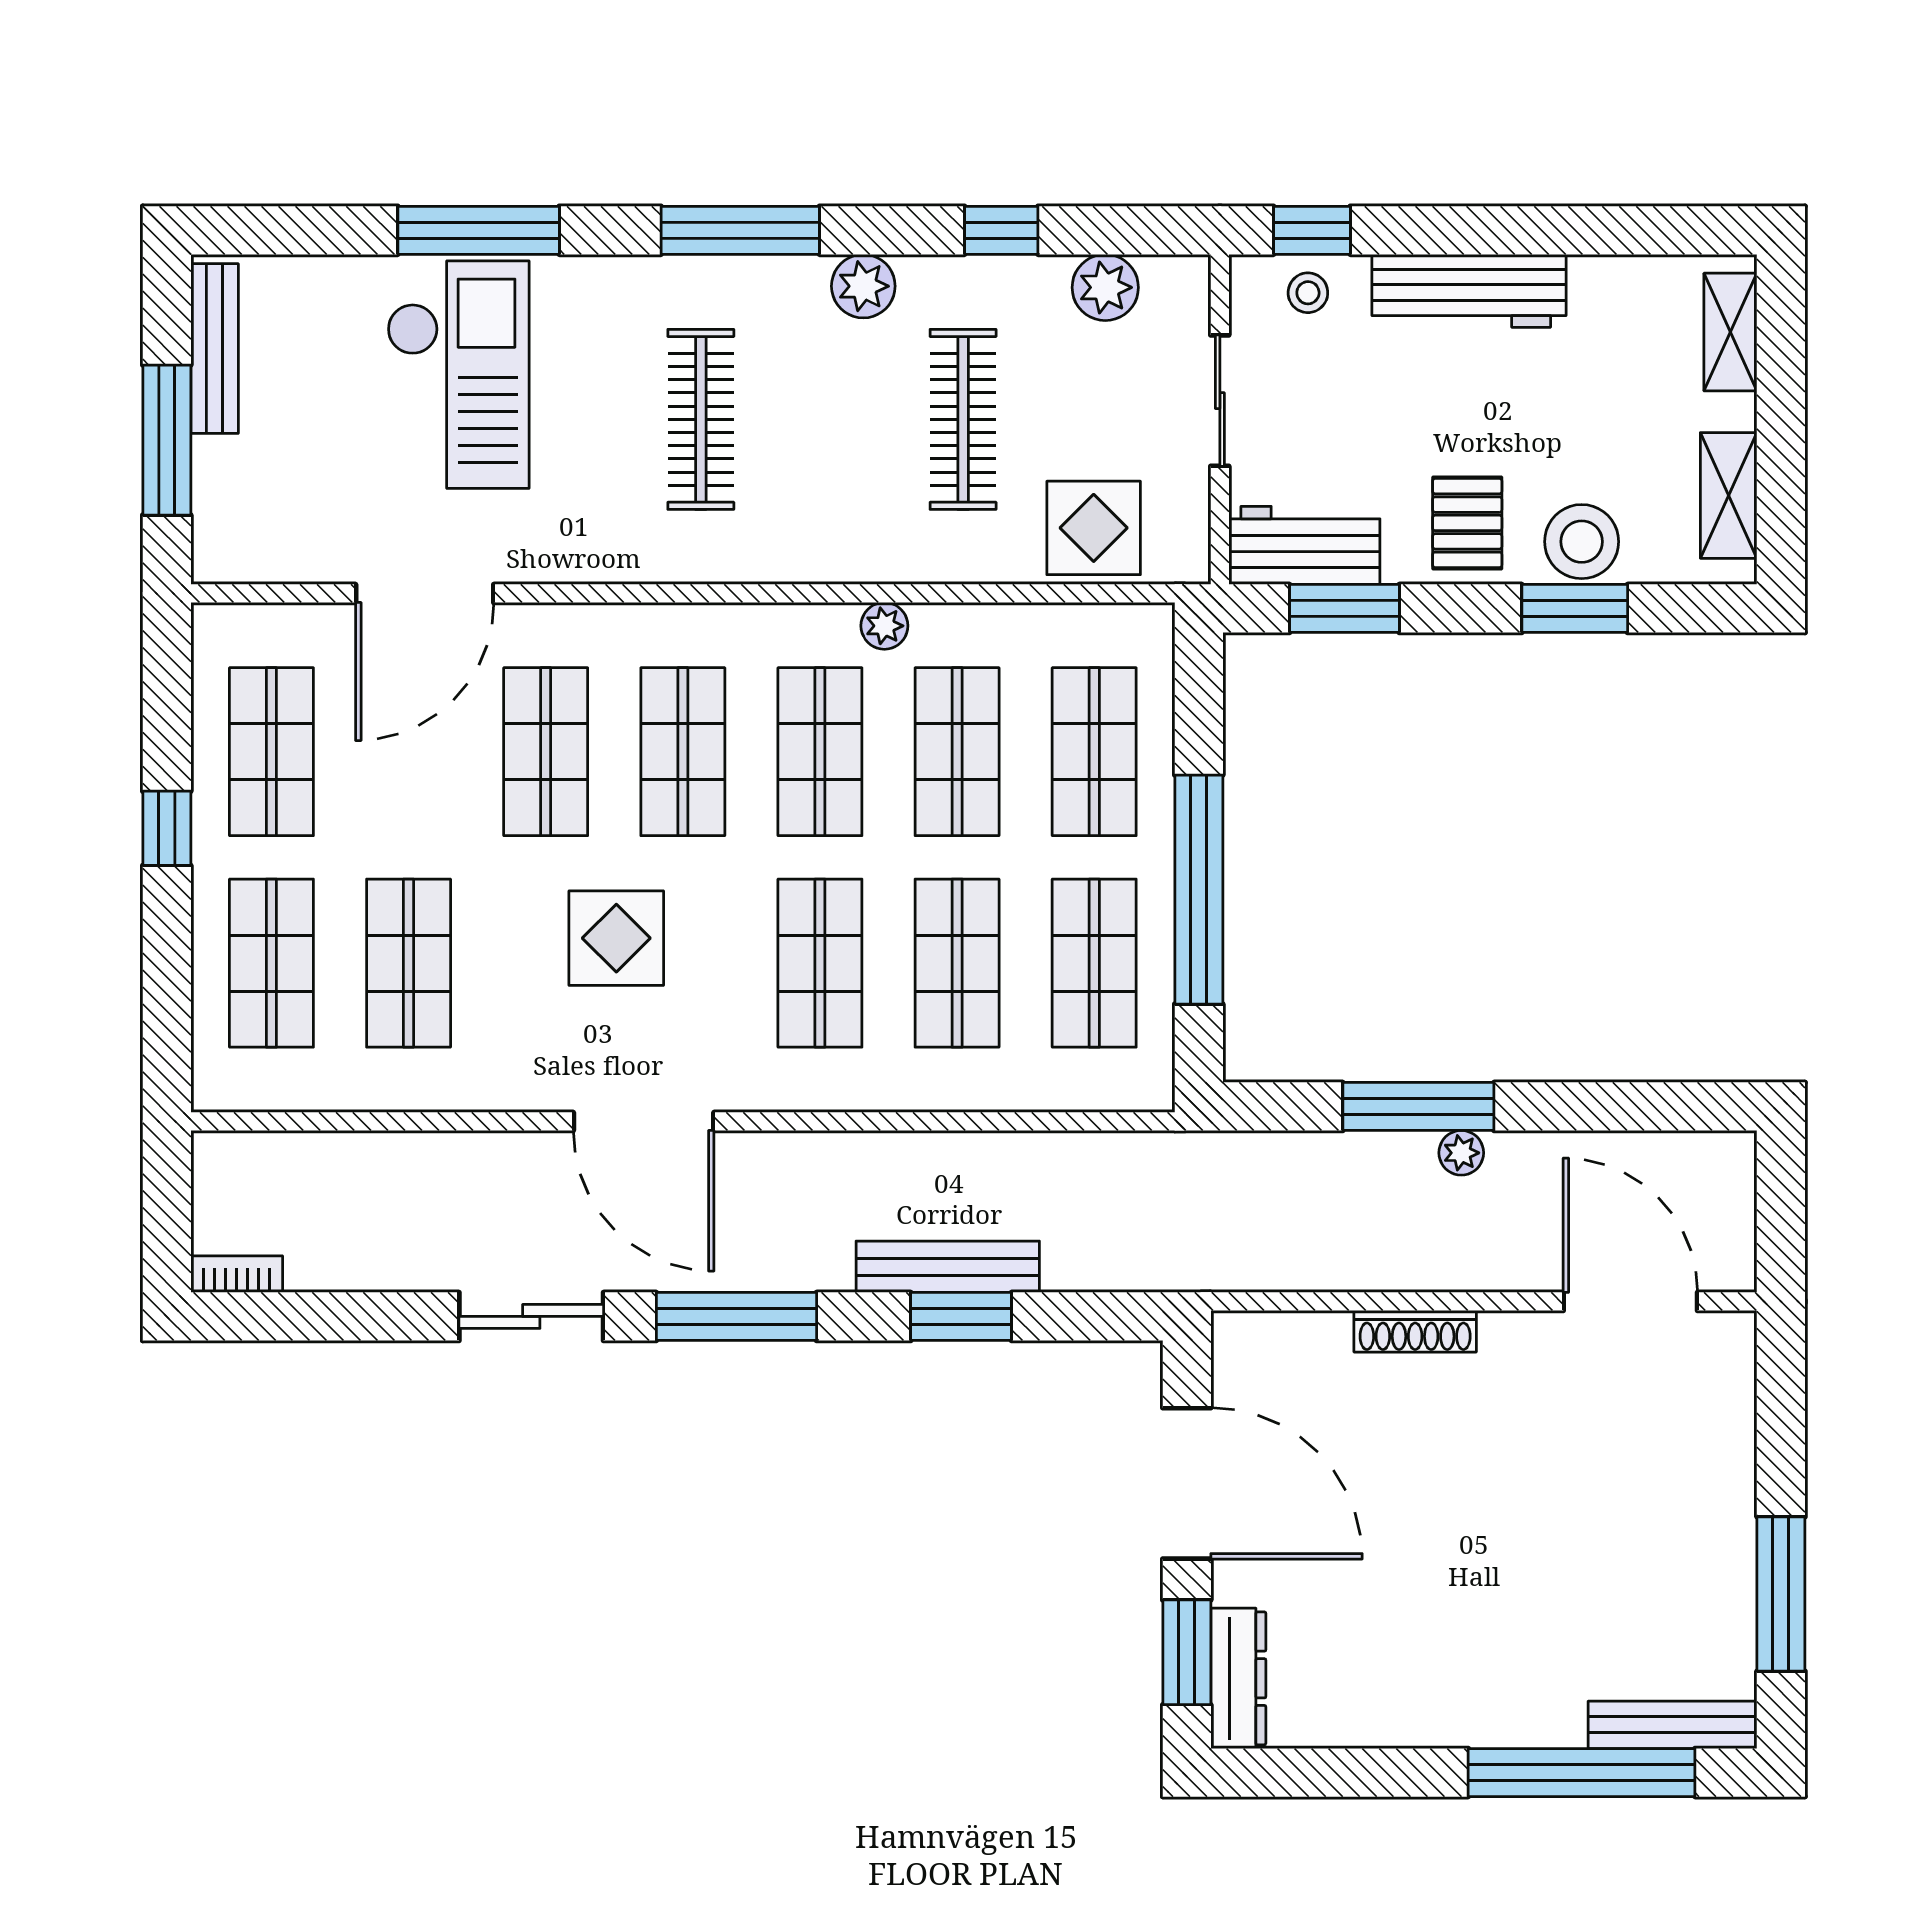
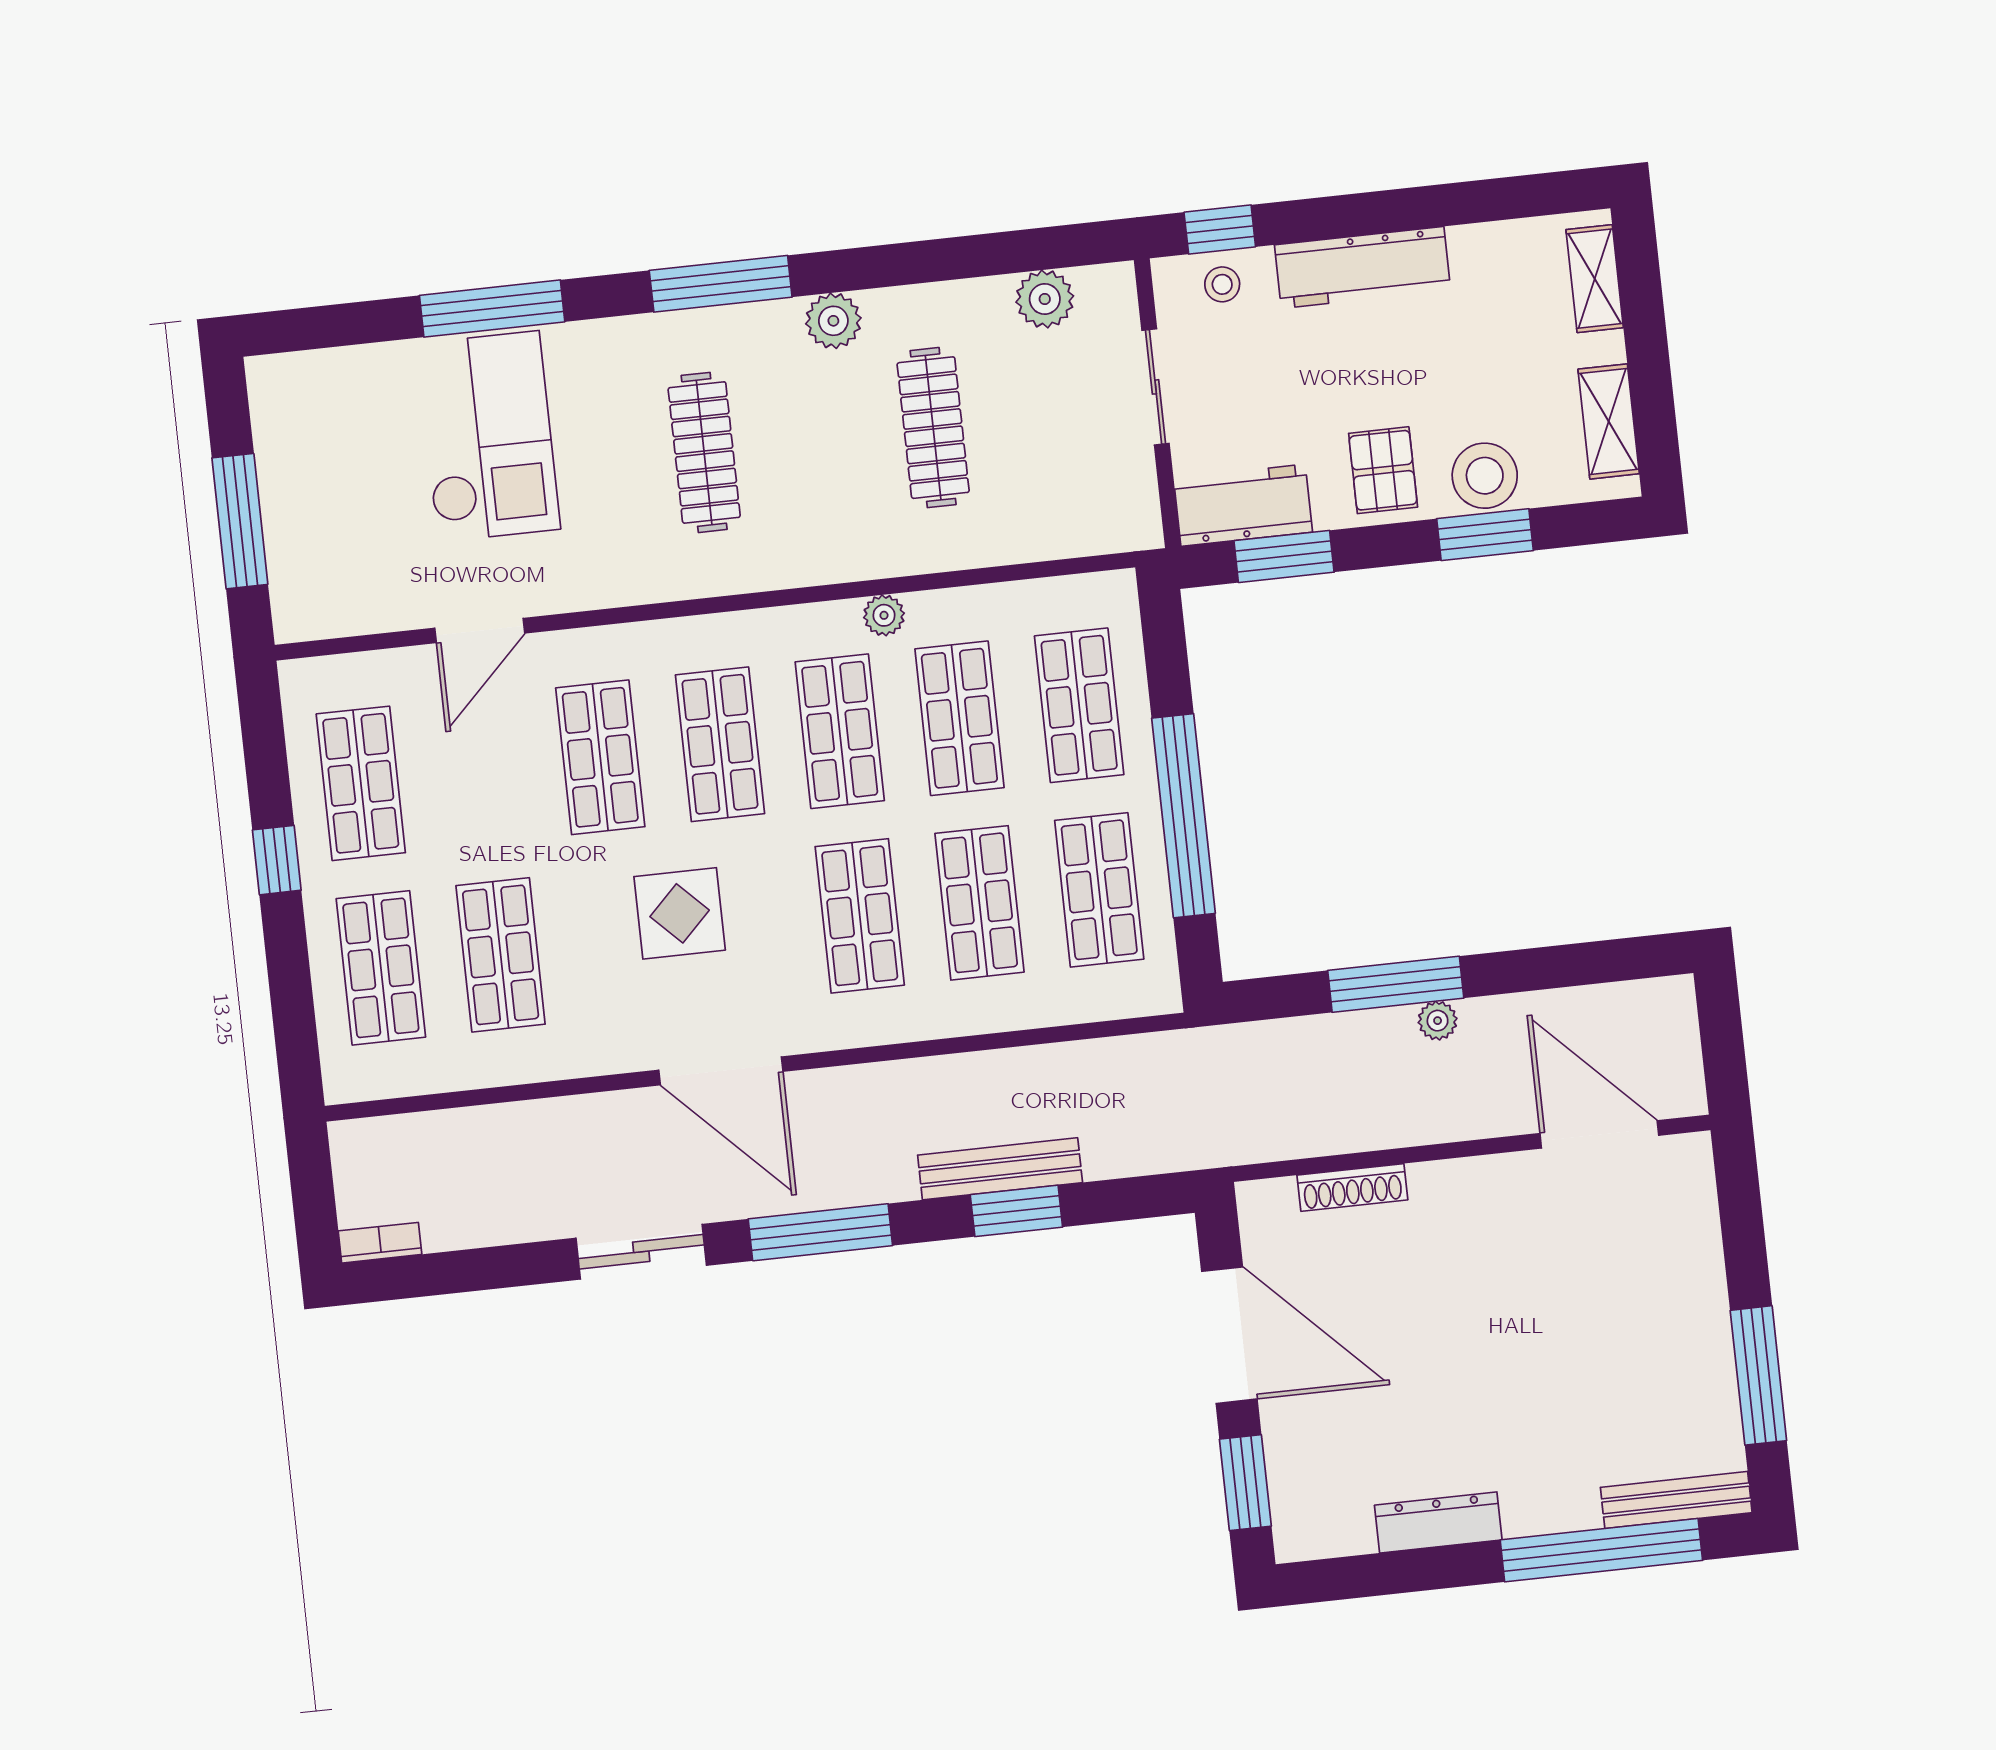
window: (1001, 230) -> (949, 259), removed
bench: (215, 349) -> (273, 437), removed
display table: (1094, 528) -> (1057, 510), removed
door: (425, 593) -> (480, 631), width x0.73
shoe rack: (1415, 1331) -> (1352, 1188), moved
dresser: (1238, 1678) -> (1438, 1522), moved, turned -90

